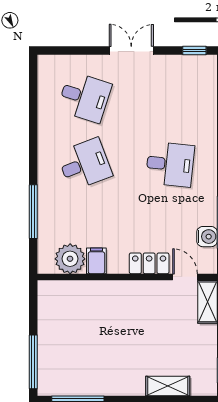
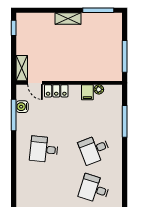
plant: (70, 259) -> (99, 89), width x0.53, depth x0.53
window: (33, 362) -> (125, 56), moved
shelving: (168, 386) -> (68, 19), moved

